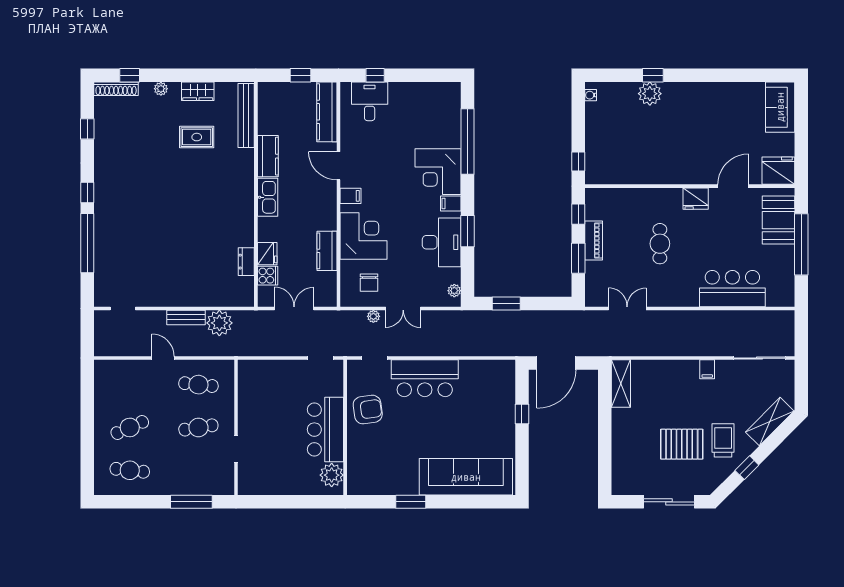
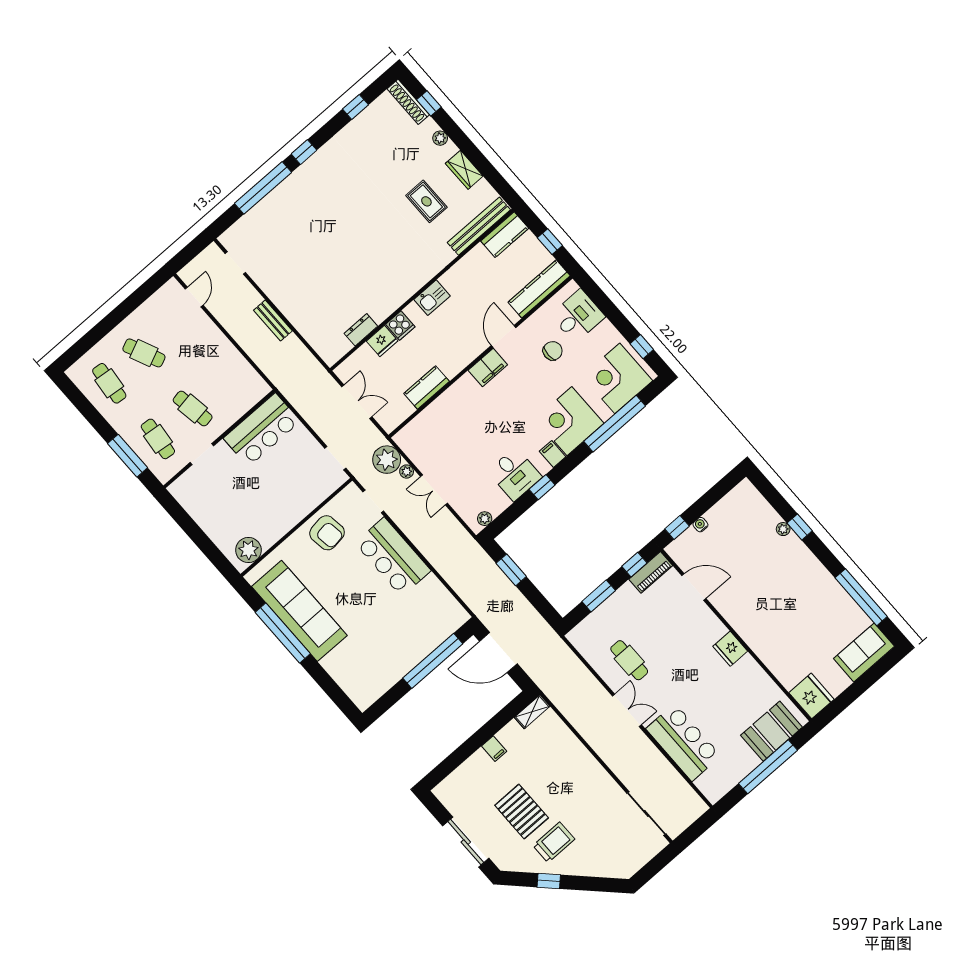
window: (375, 75) -> (642, 347), moved
window: (740, 75) -> (861, 597), added
plant: (650, 94) -> (783, 529), width x0.53, depth x0.53
water cooler: (591, 95) -> (700, 525), moved
kitchen counter: (268, 156) -> (505, 235), moved
door: (733, 186) -> (694, 587), moved
filing cabinet: (350, 196) -> (488, 367), width x2.00
kitchen sink: (268, 197) -> (432, 298), width x0.73
window: (467, 231) -> (542, 487), width x0.67
corner desk: (364, 236) -> (617, 378), moved, turned 180
piano: (594, 240) -> (651, 572), moved
desk: (442, 242) -> (515, 474), width x0.73
cafe table: (660, 244) -> (629, 660), moved, turned 90
cooker: (268, 276) -> (400, 326), moved
chair: (369, 283) -> (553, 351), moved, turned 180
double door: (627, 308) -> (627, 710), moved
plant: (219, 323) -> (387, 460), moved
door: (163, 358) -> (194, 297), moved
filing cabinet: (707, 369) -> (494, 749), moved, turned -90
shelving: (621, 384) -> (532, 712), width x0.67, depth x0.75
cafe table: (198, 385) -> (158, 439), moved
window: (522, 414) -> (433, 661), width x3.17
shelving: (770, 422) -> (602, 867), removed
bar counter: (325, 430) -> (262, 430), moved, turned 180
sofa: (466, 477) -> (299, 611), moved
window: (411, 502) -> (283, 633), width x2.11

